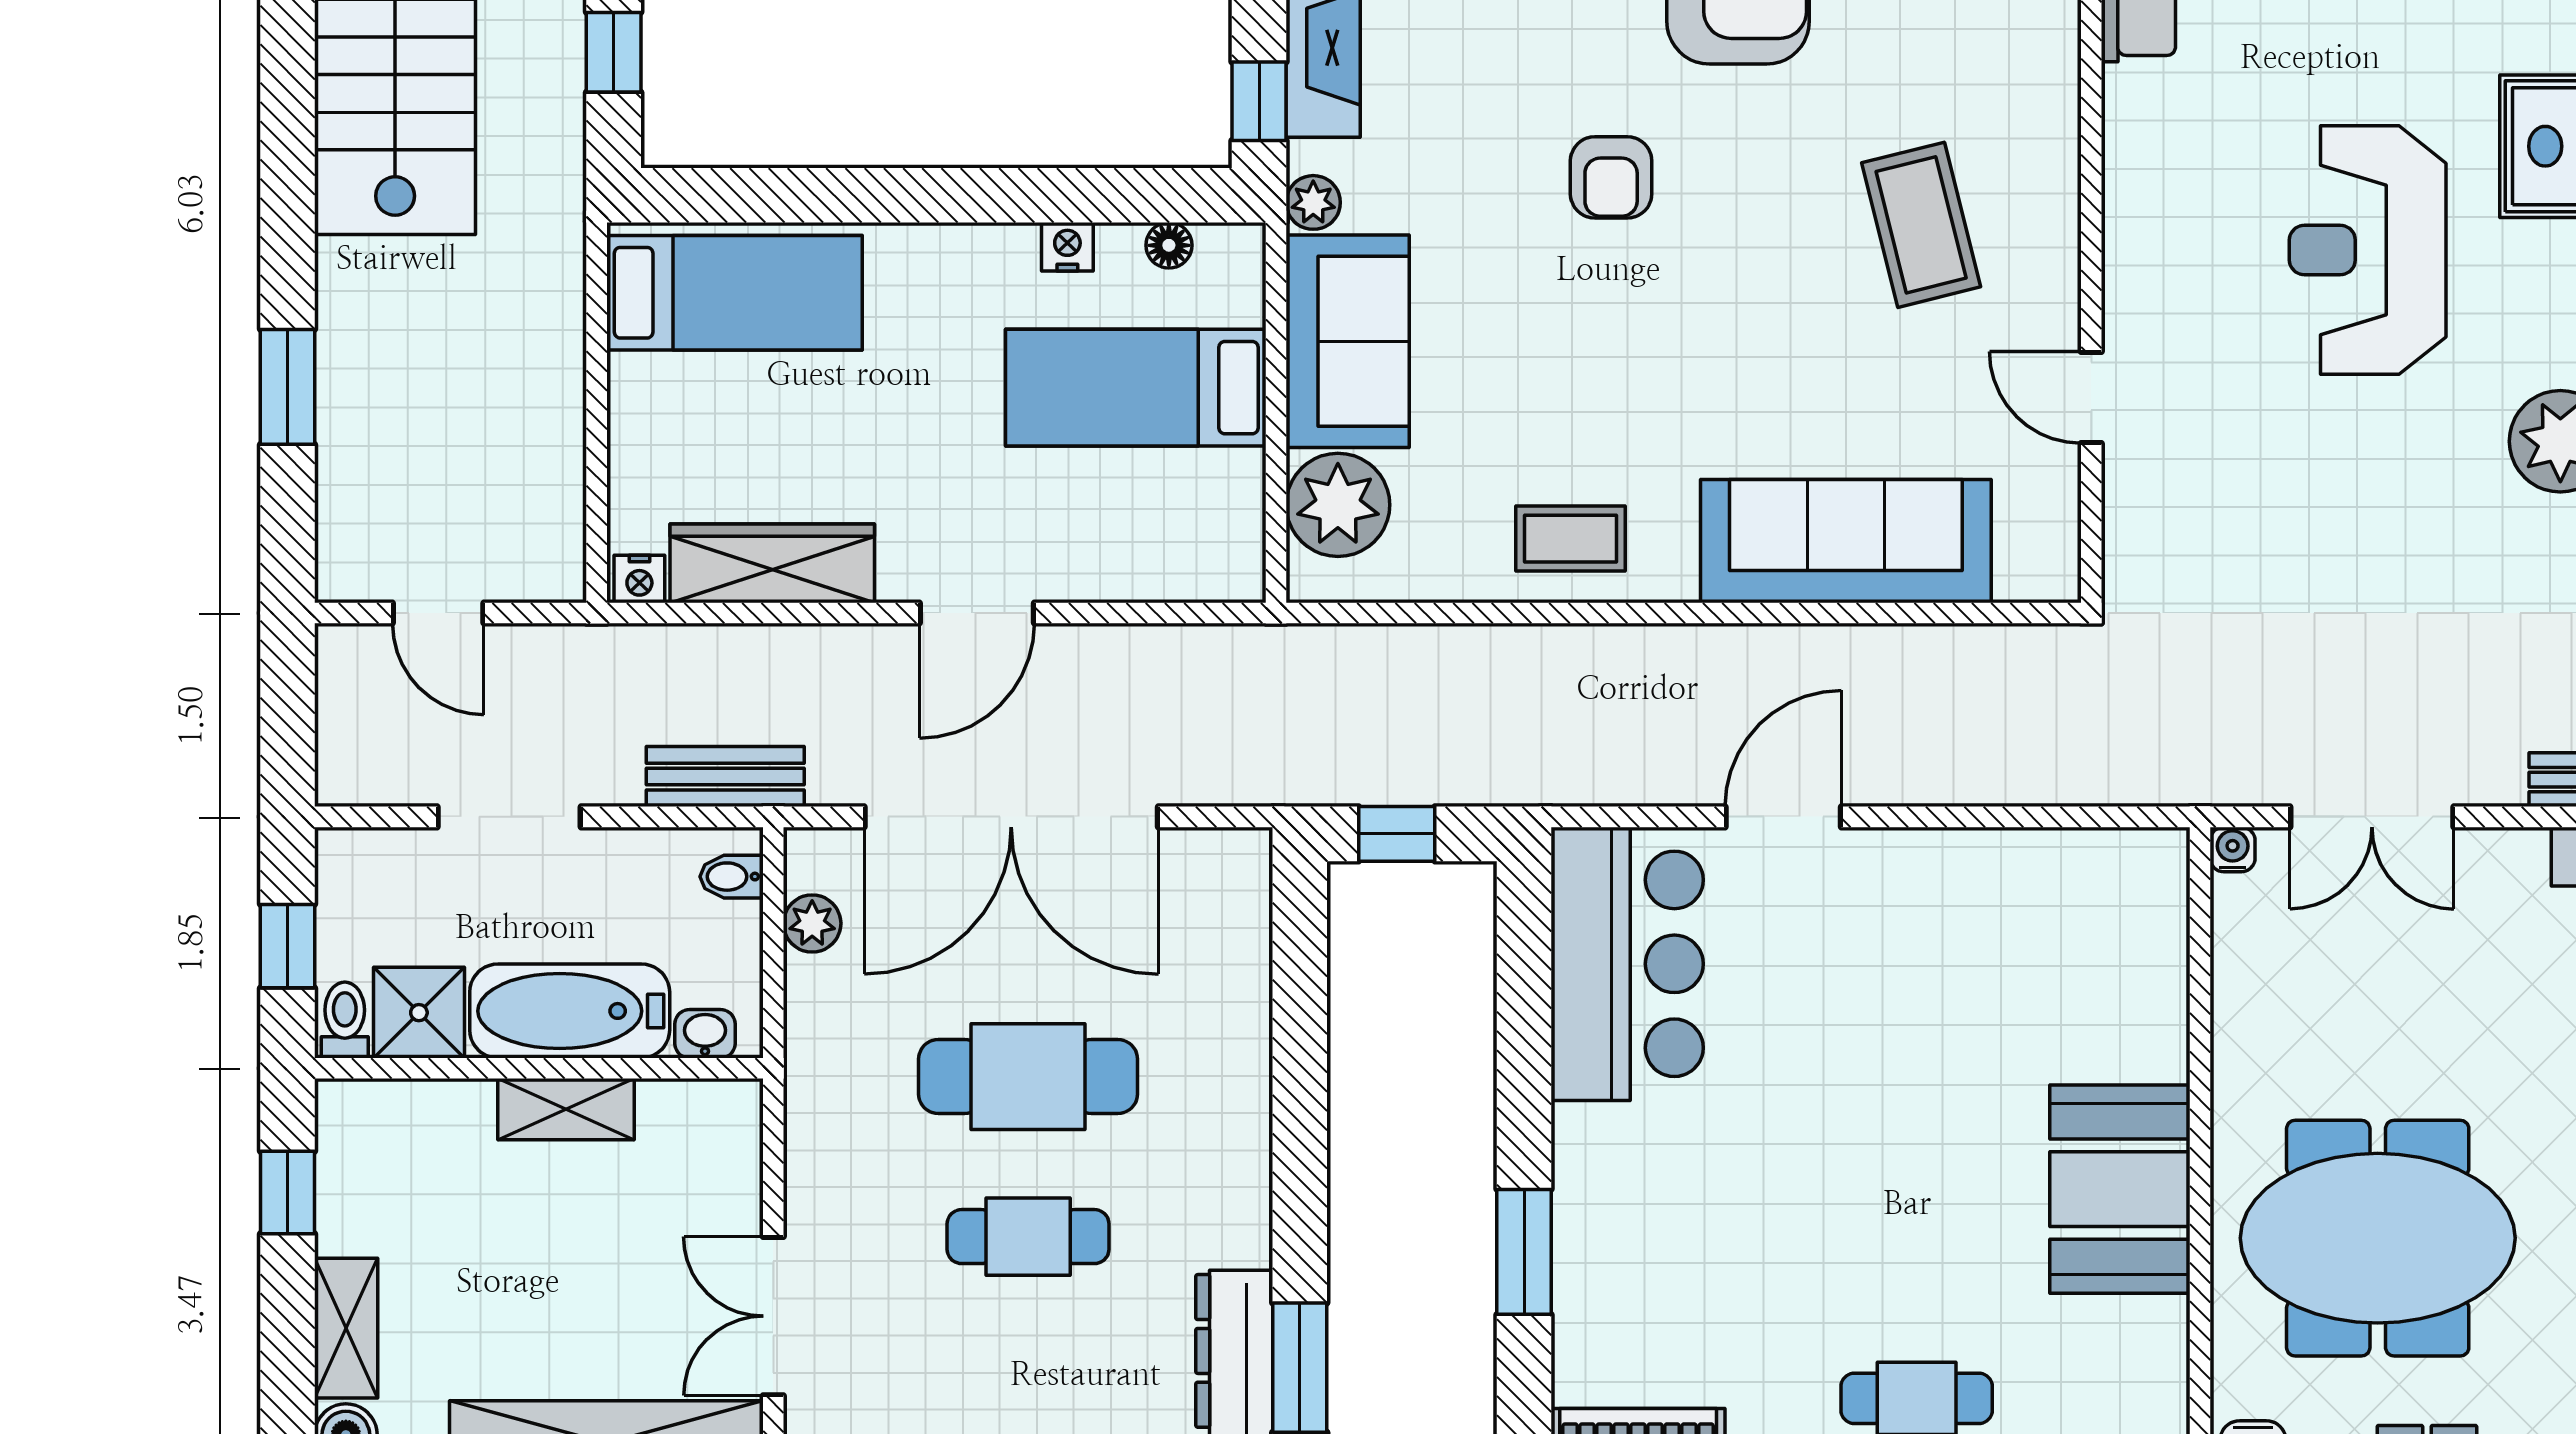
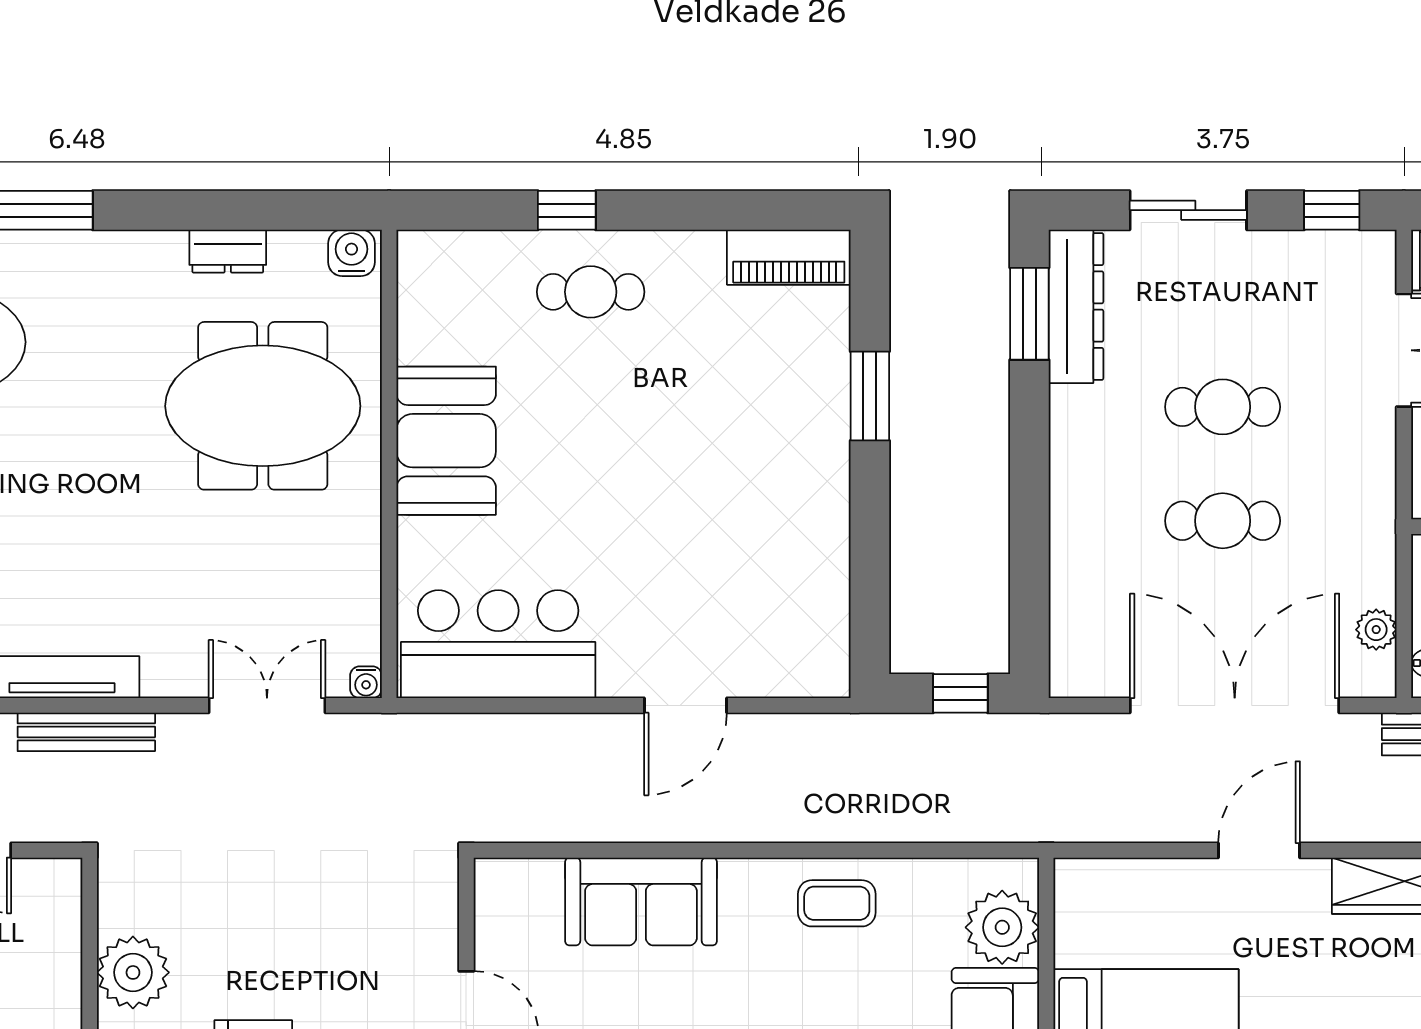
sofa: (1846, 541) -> (641, 901), width x0.73
bar counter: (1627, 964) -> (498, 644), moved, turned 90
cafe table: (1028, 1077) -> (1223, 521), width x0.73, depth x0.74

